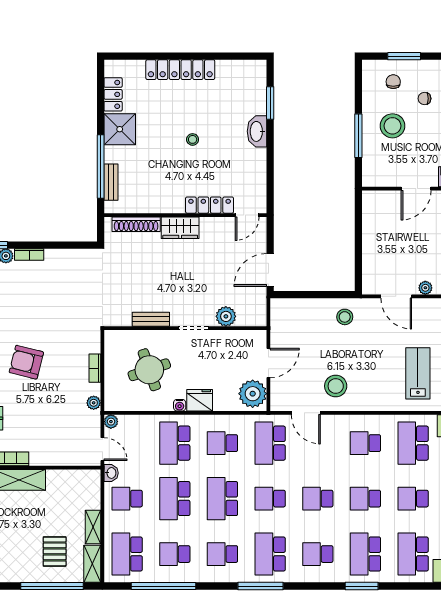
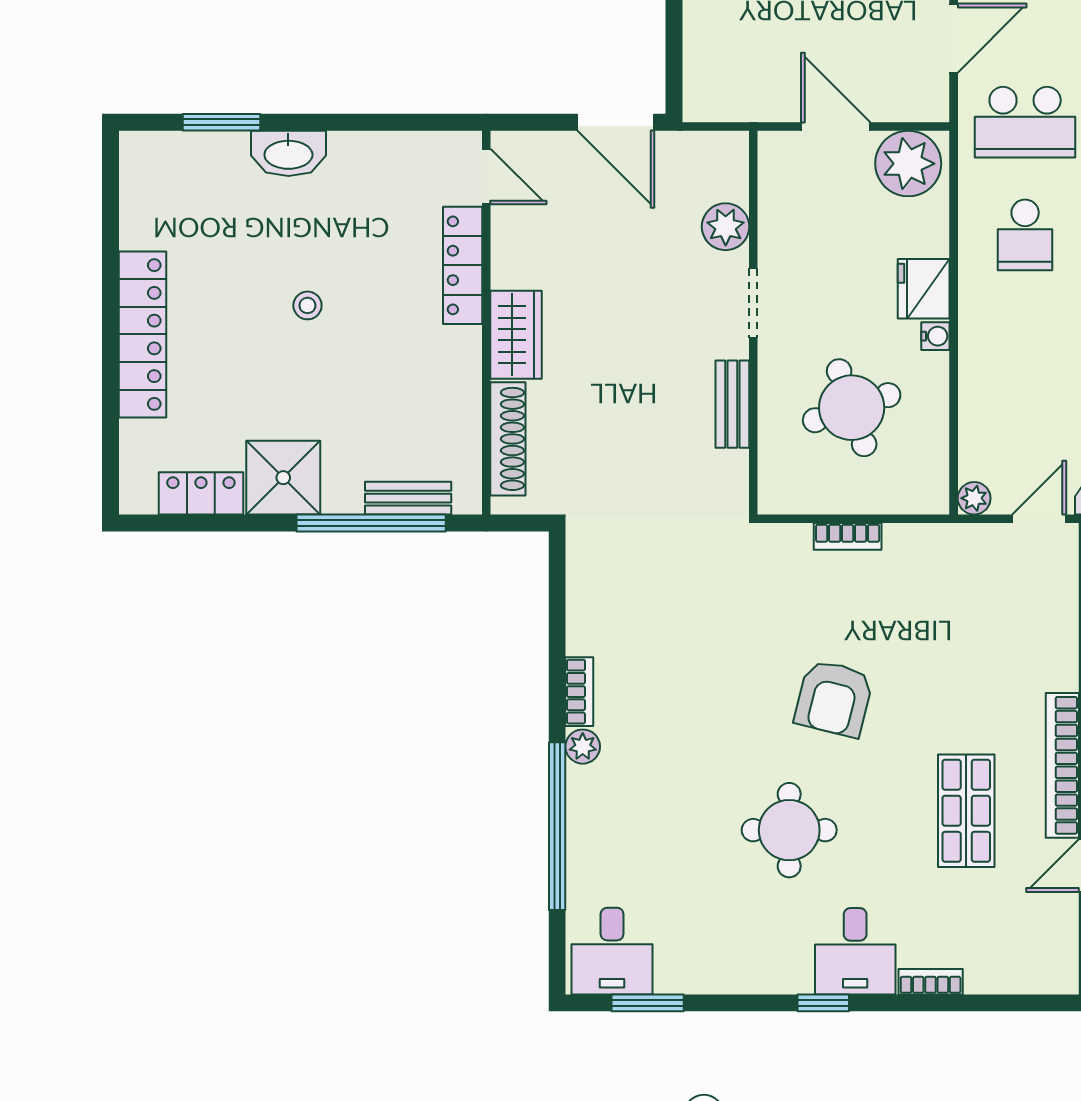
plant: (94, 403) -> (930, 539), removed
school desk: (175, 443) -> (1025, 347), removed

